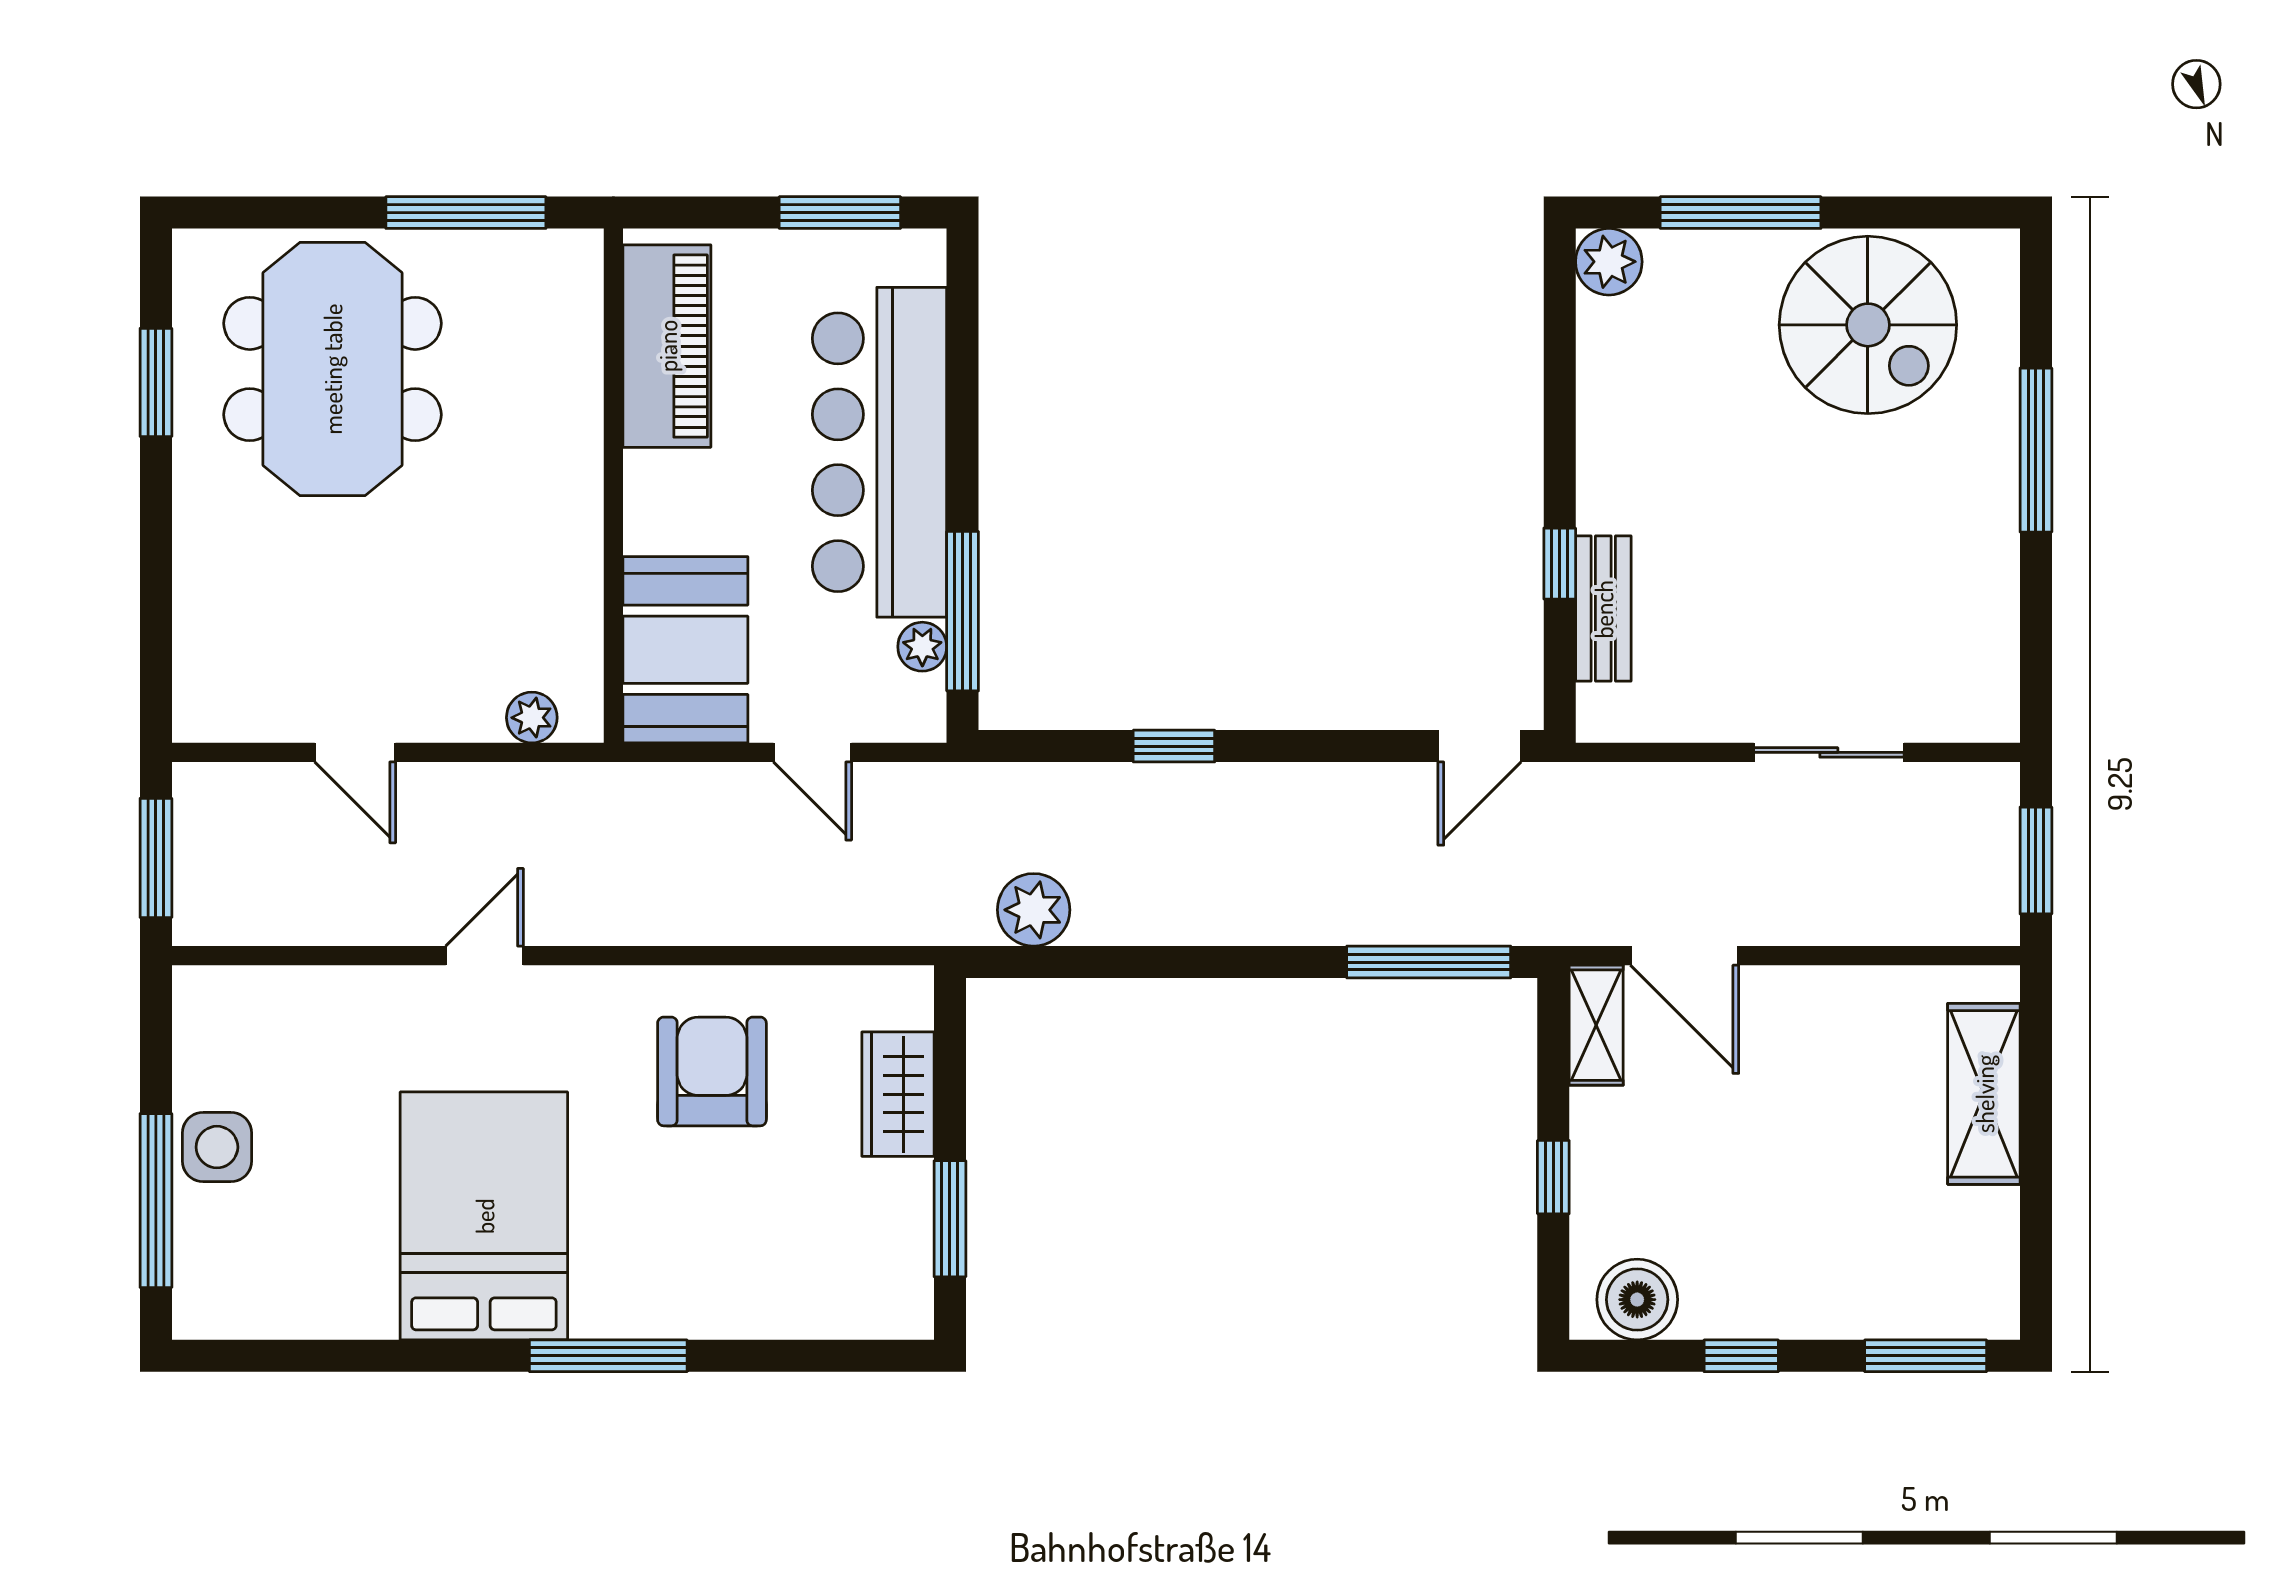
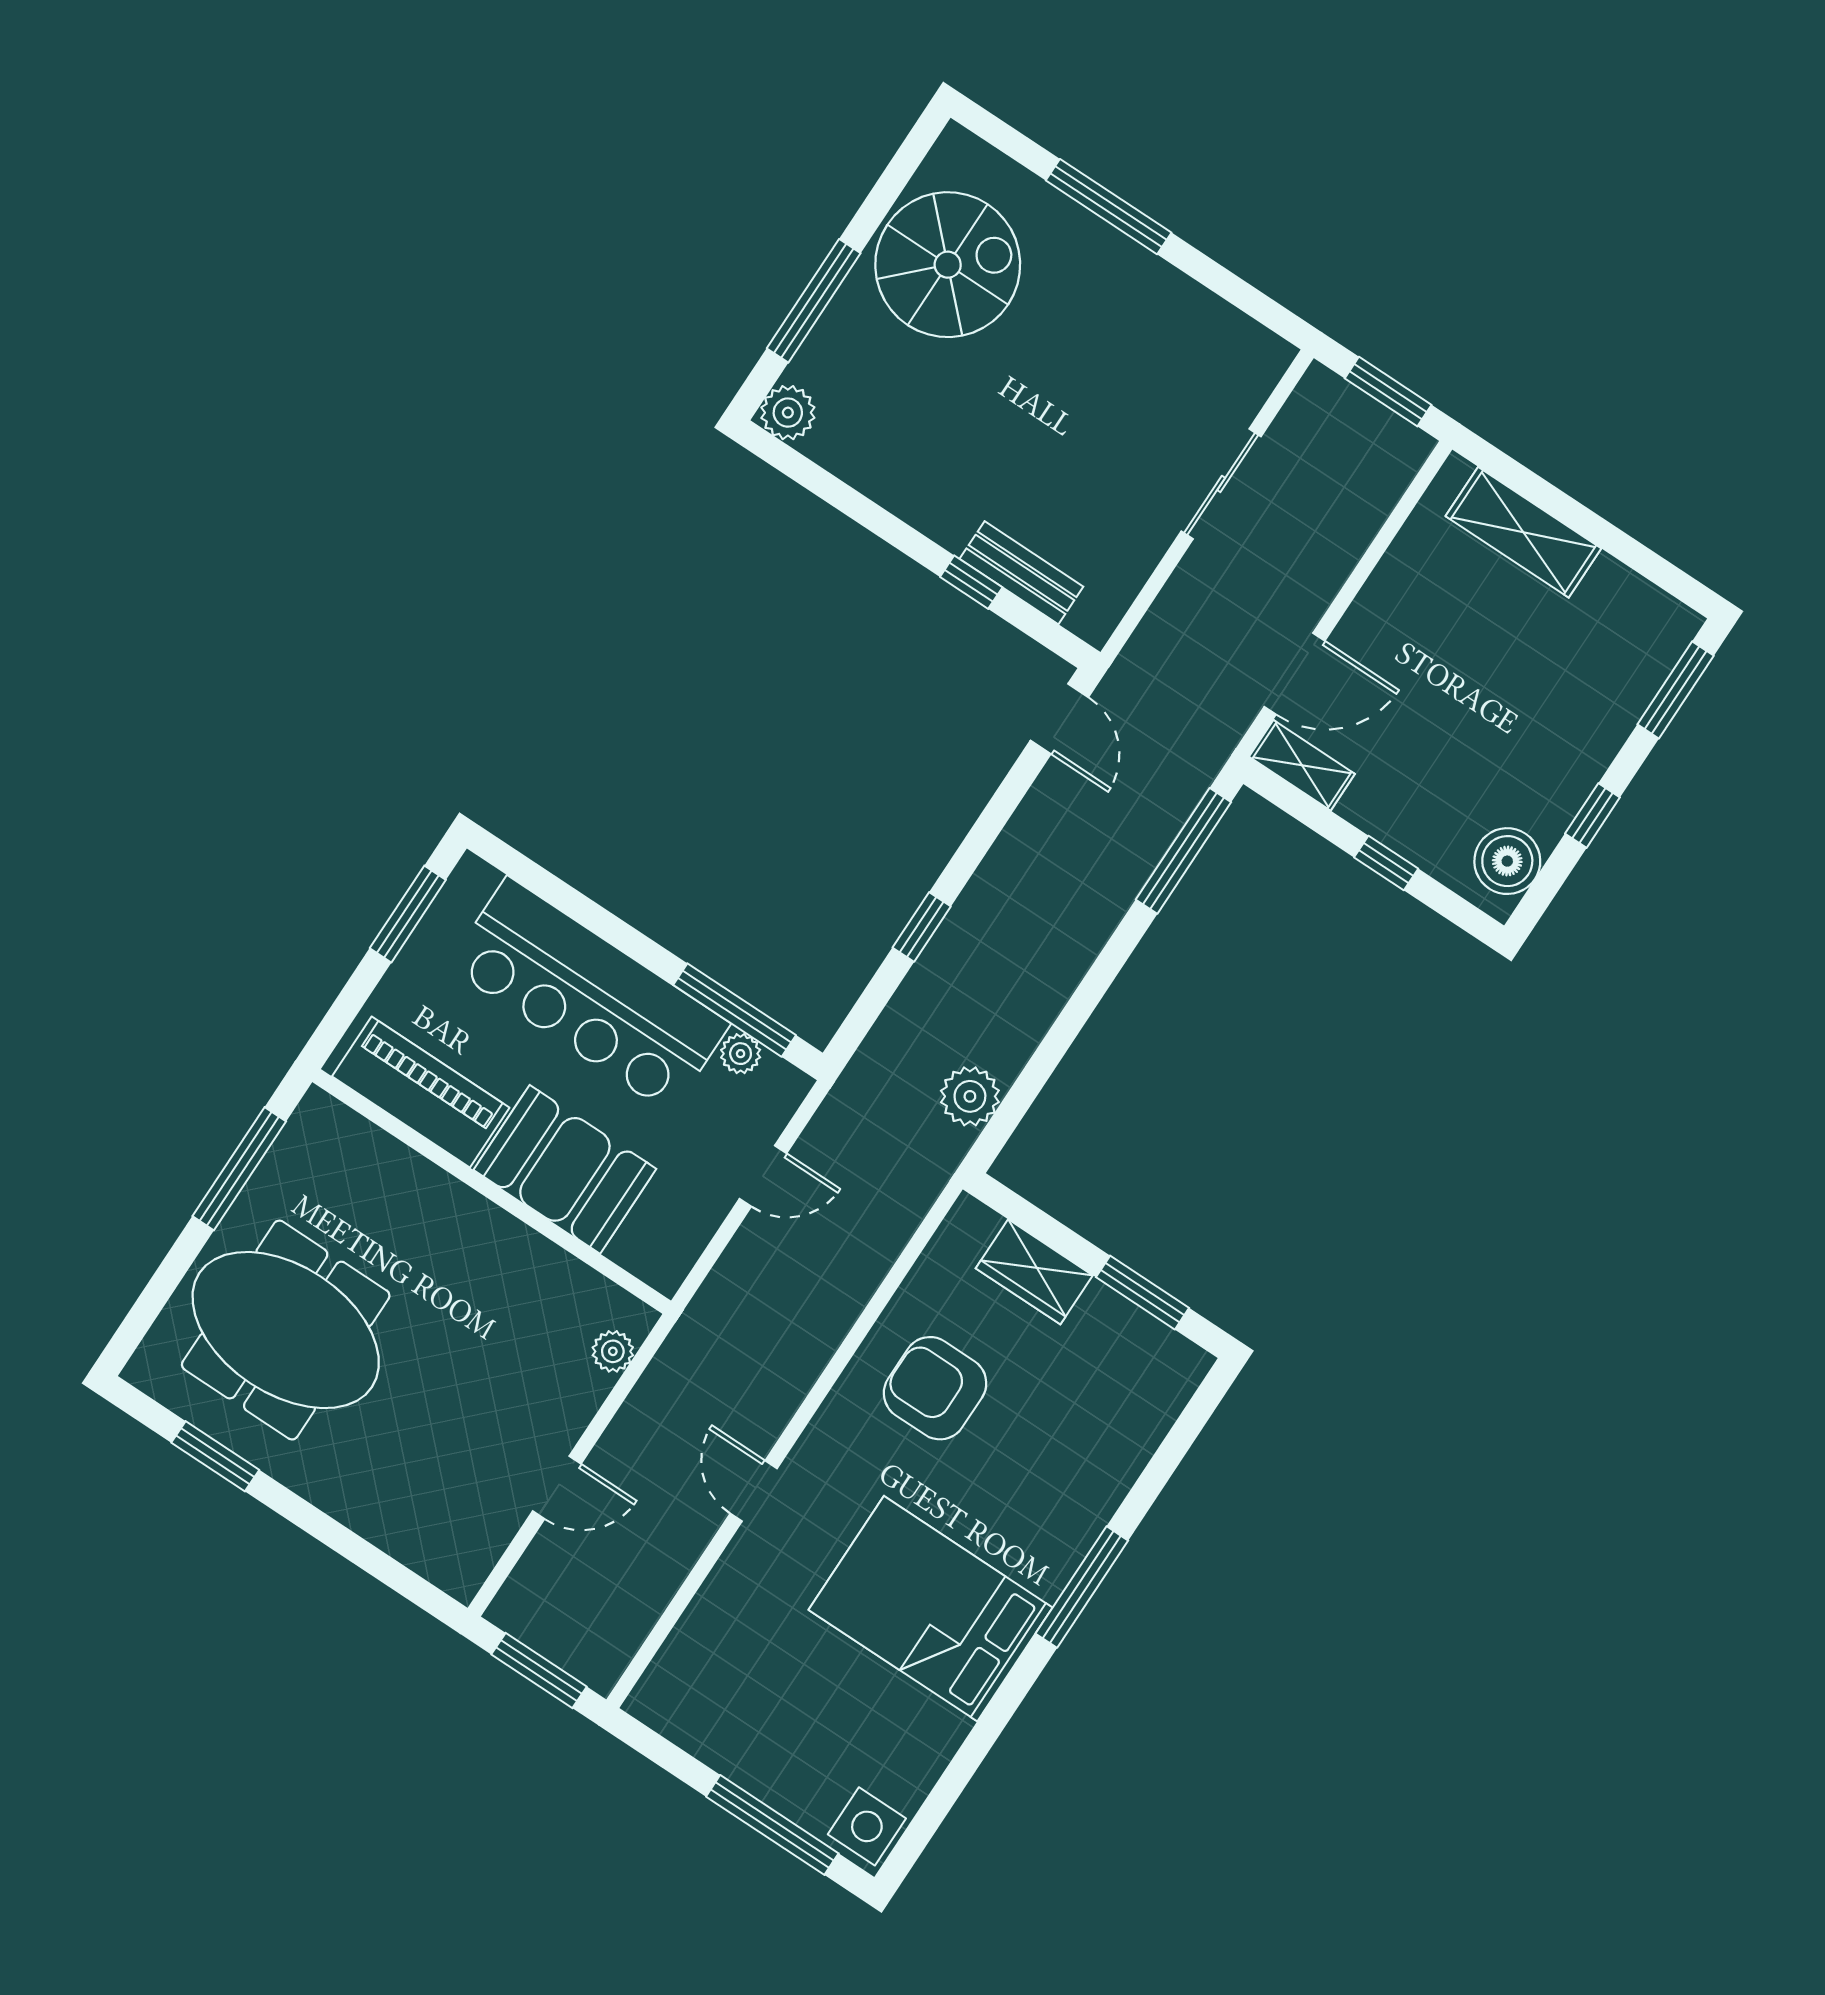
booth: (685, 650) -> (565, 1169), moved
side table: (217, 1147) -> (867, 1826), moved

